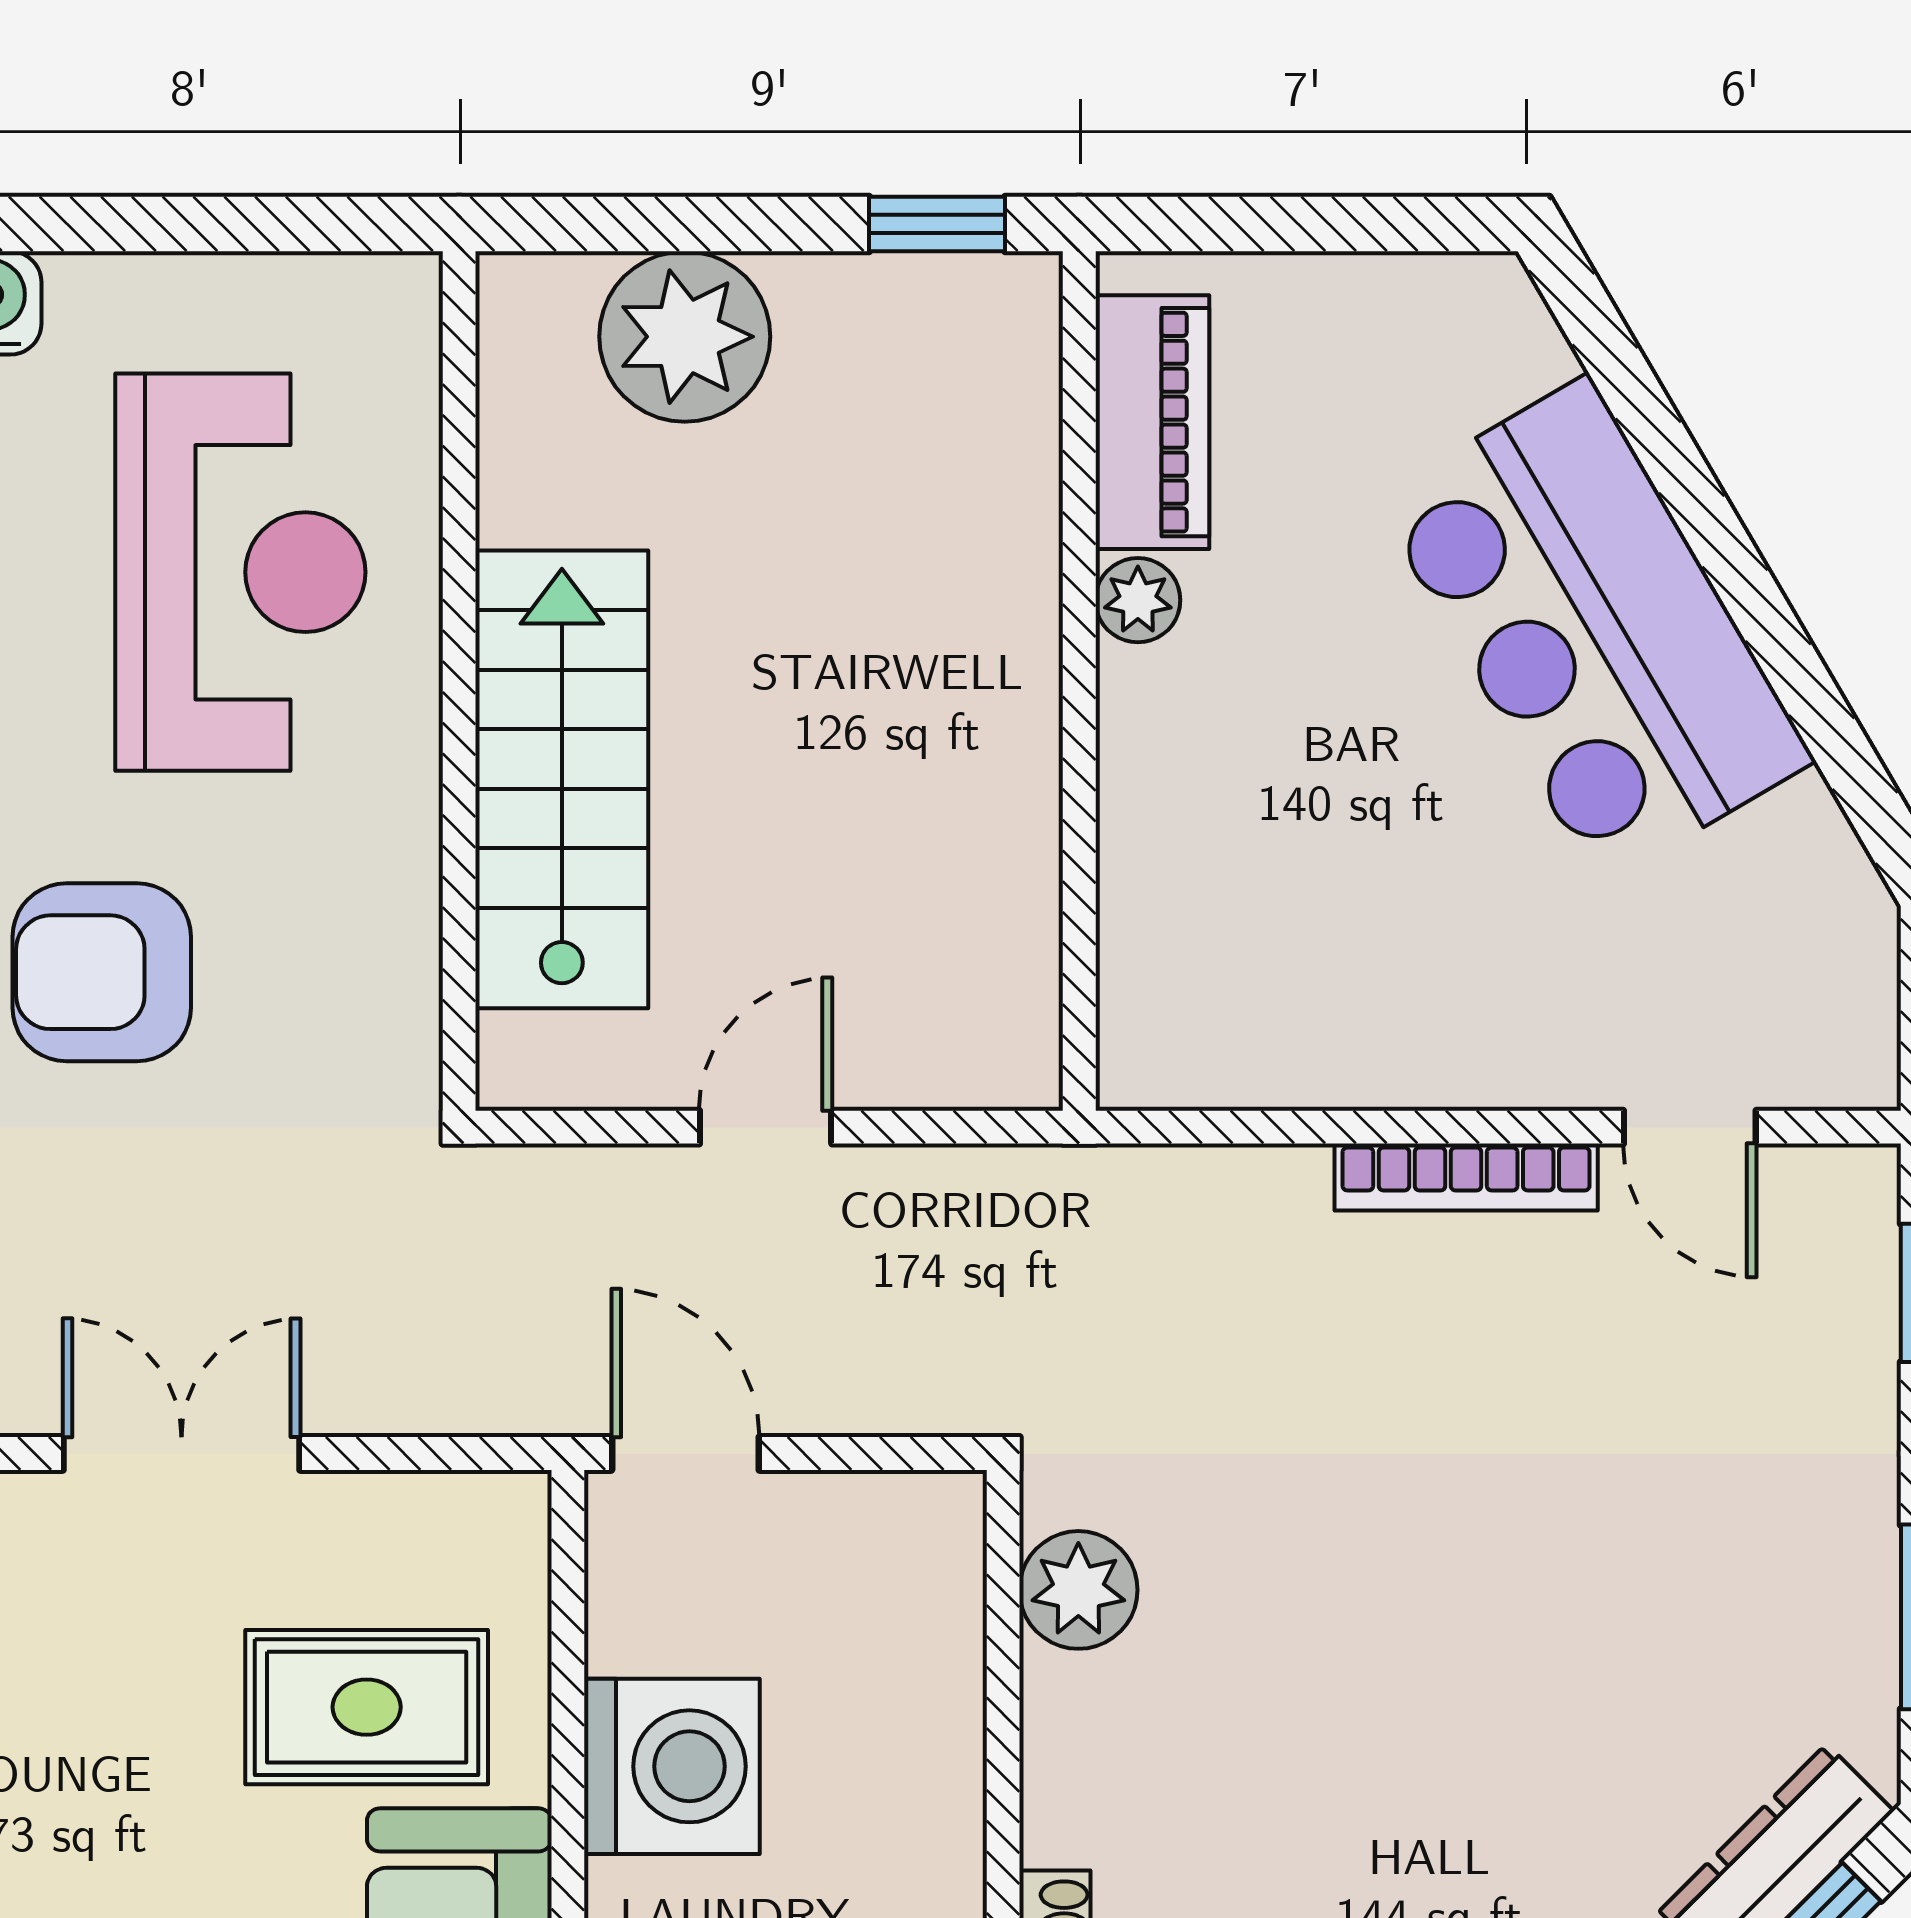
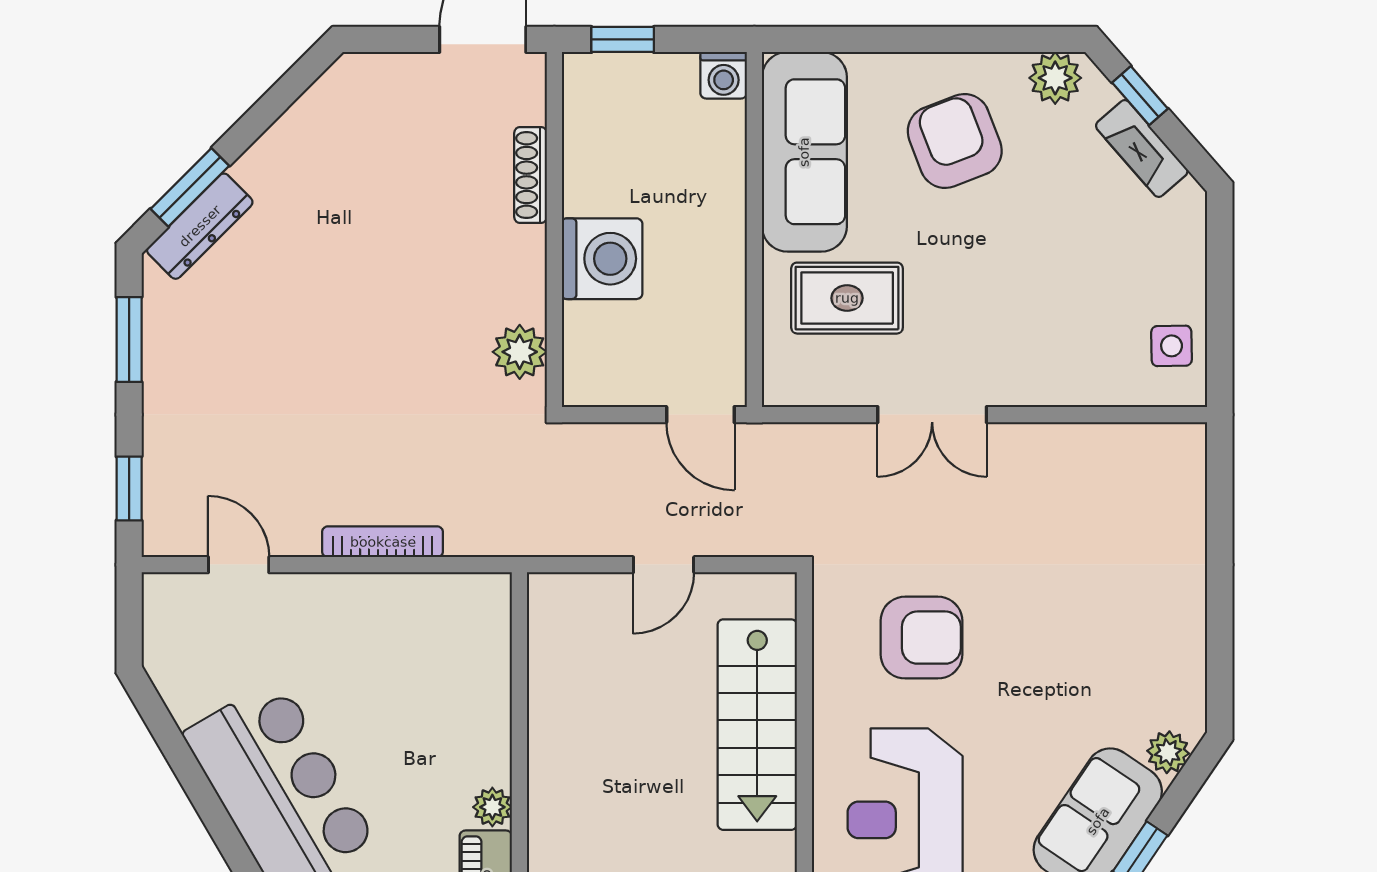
armchair: (102, 972) -> (921, 638), moved
bookcase: (1466, 1177) -> (383, 542), moved
washing machine: (672, 1766) -> (602, 259), moved, turned 180

